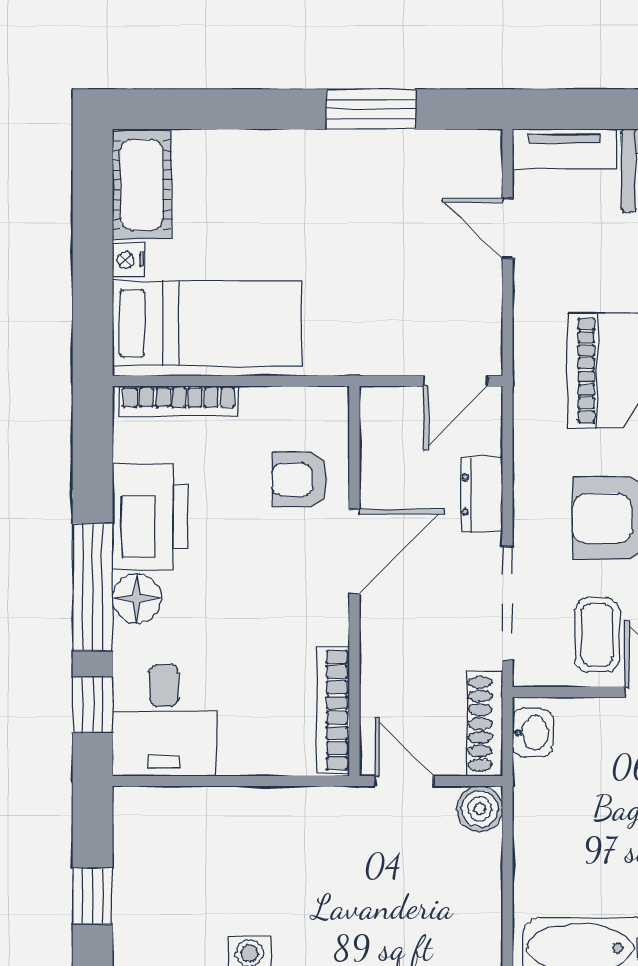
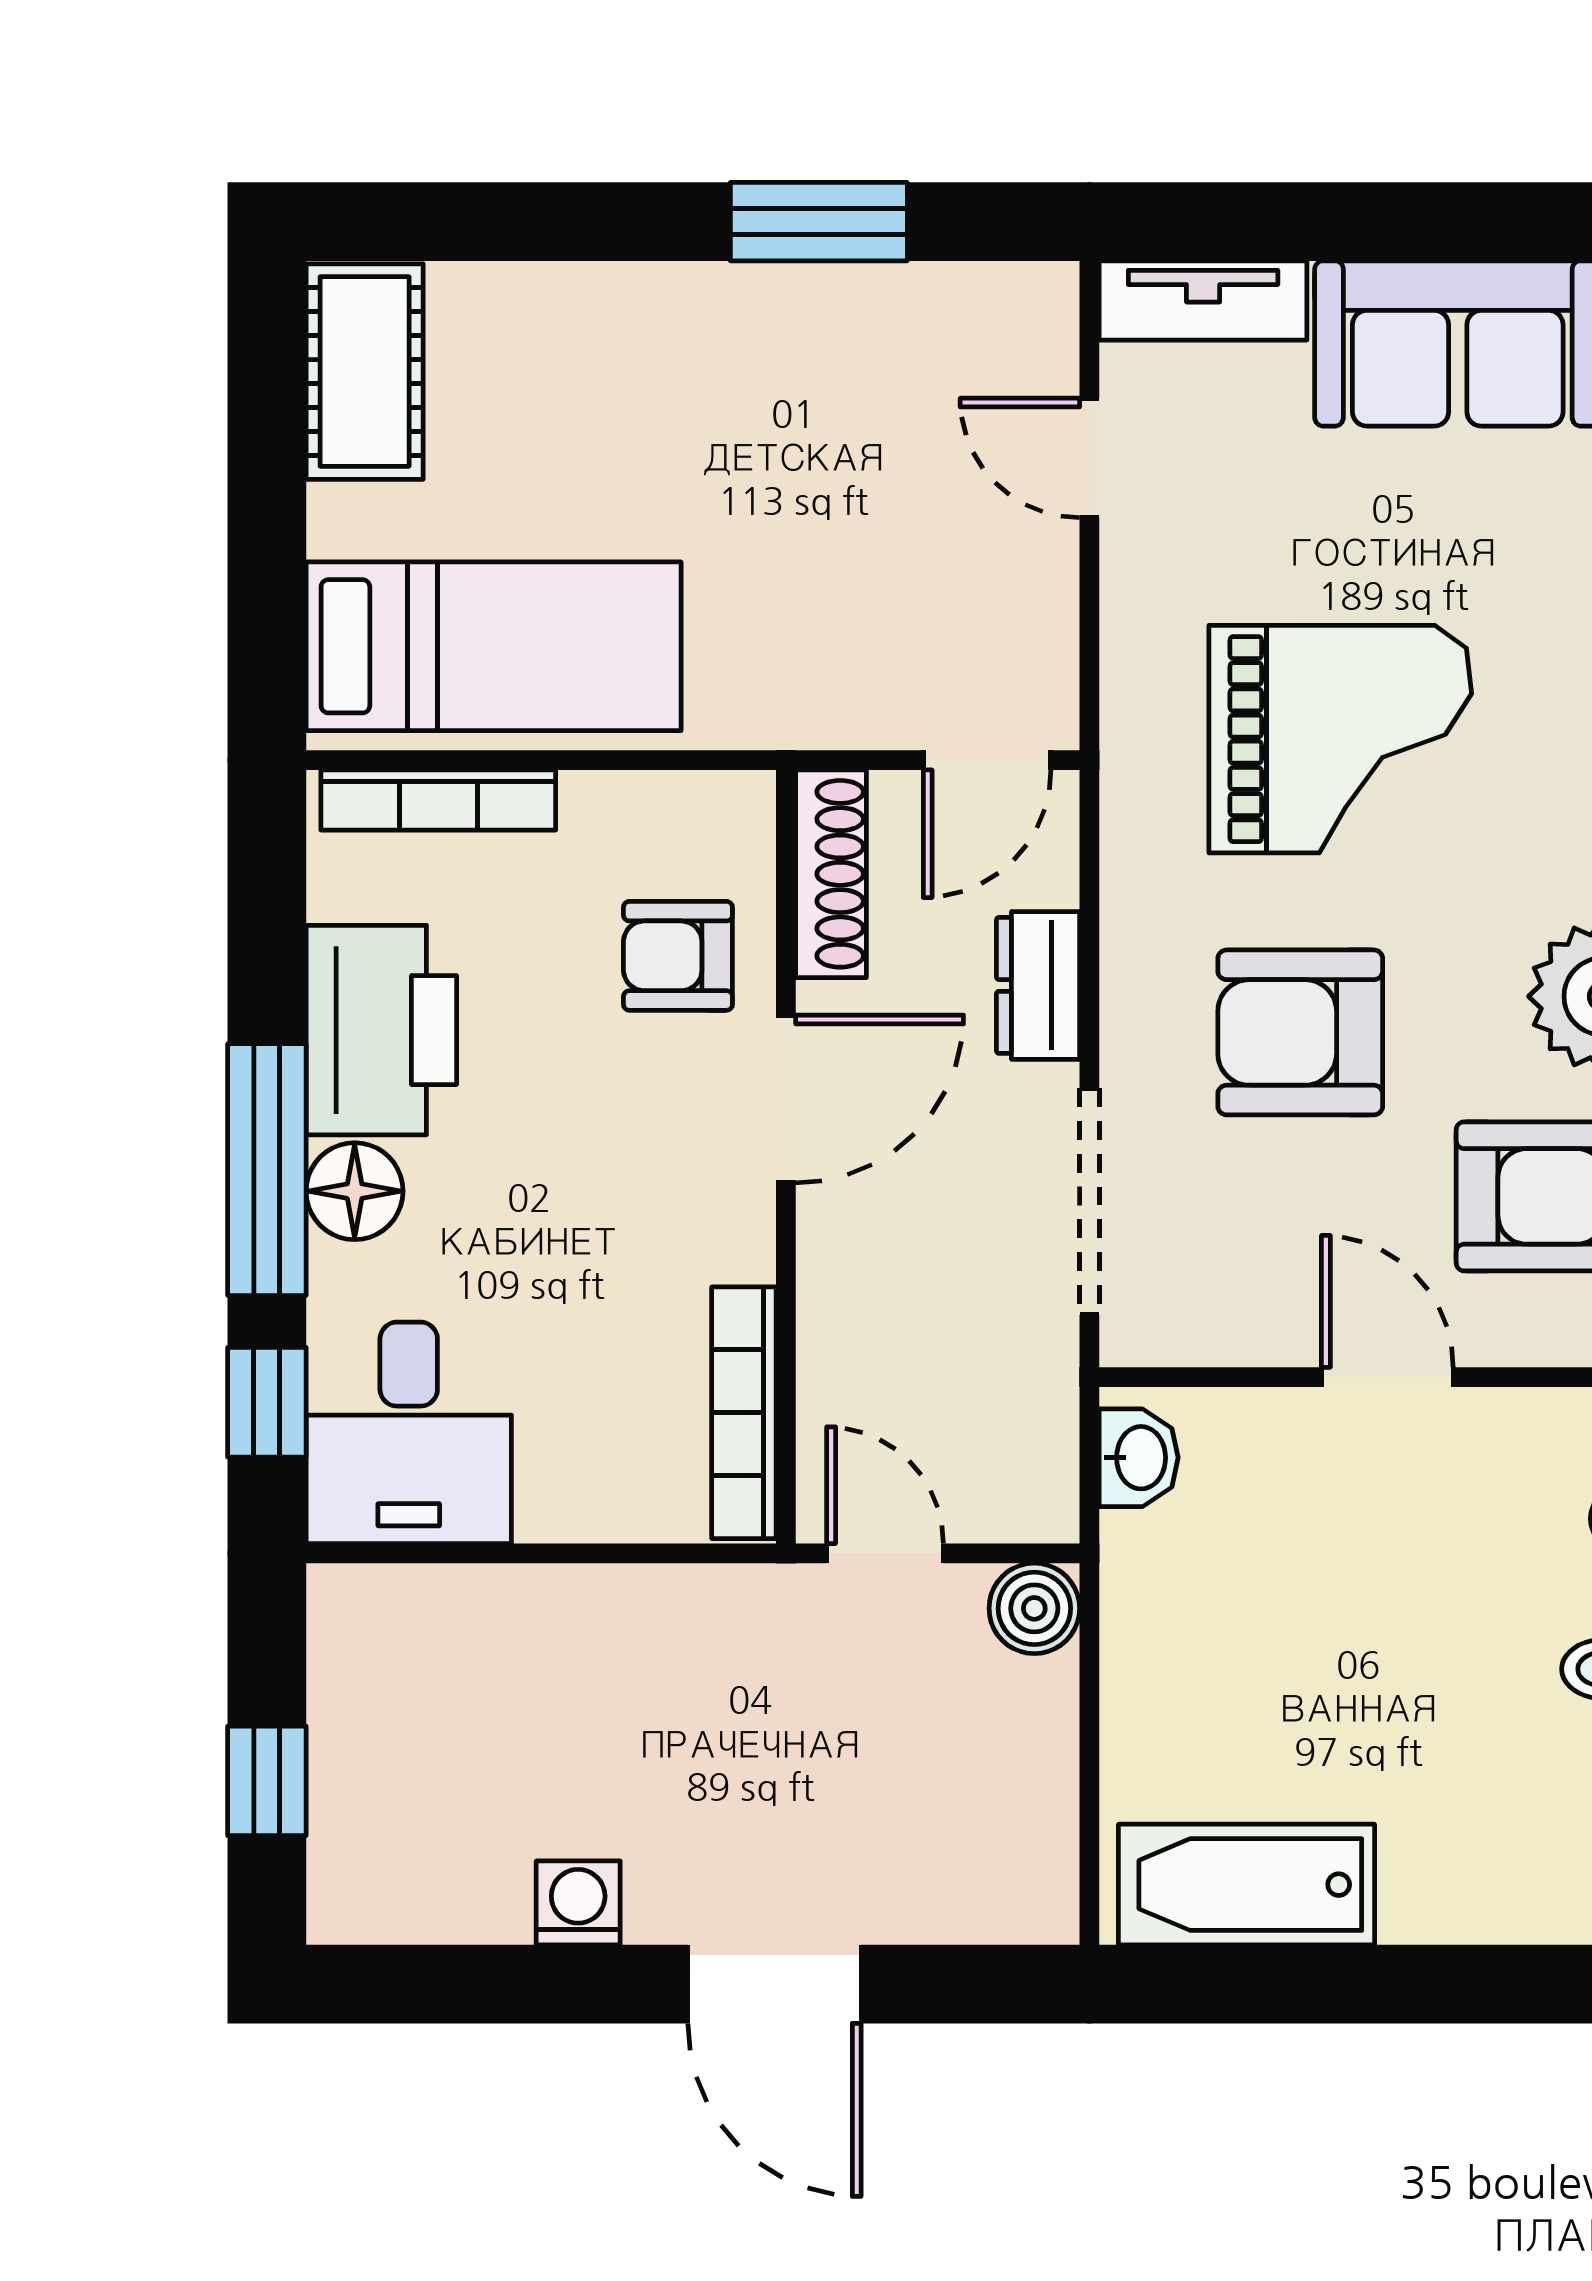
nightstand: (128, 260) -> (338, 521), removed
coffee table: (597, 635) -> (1267, 1264), removed
shoe rack: (485, 724) -> (831, 874), moved, turned 180

